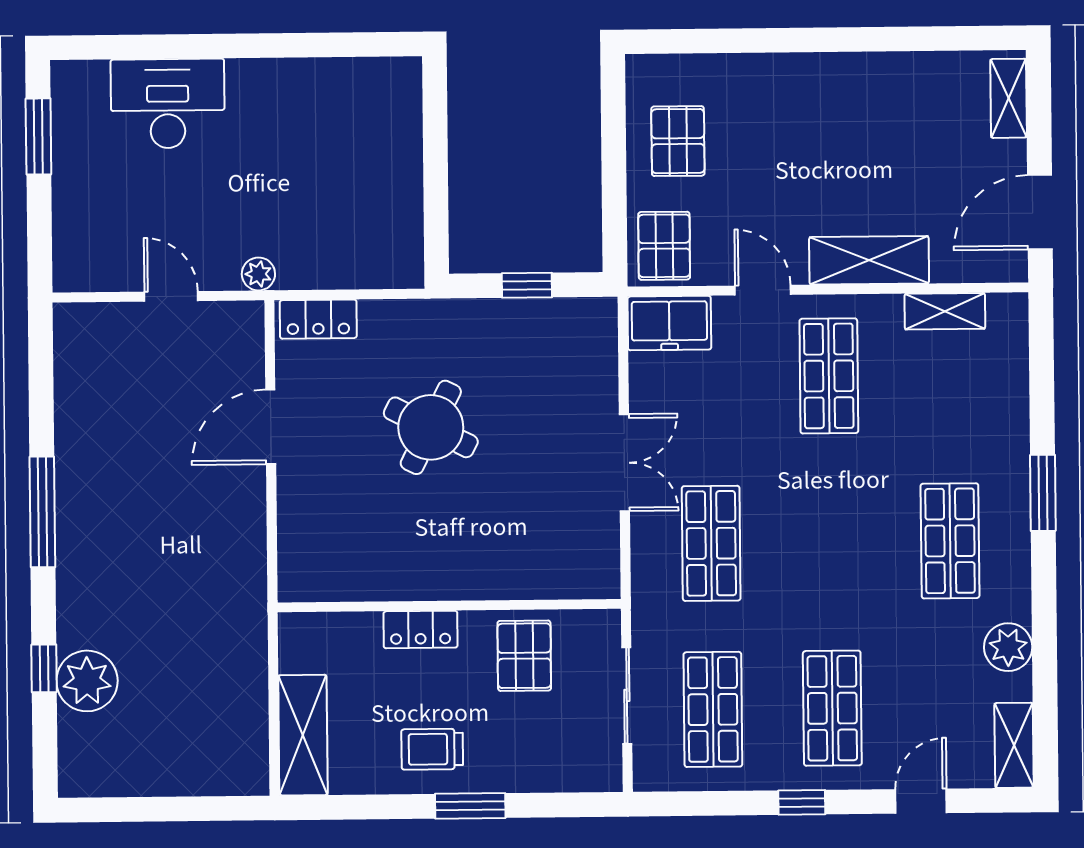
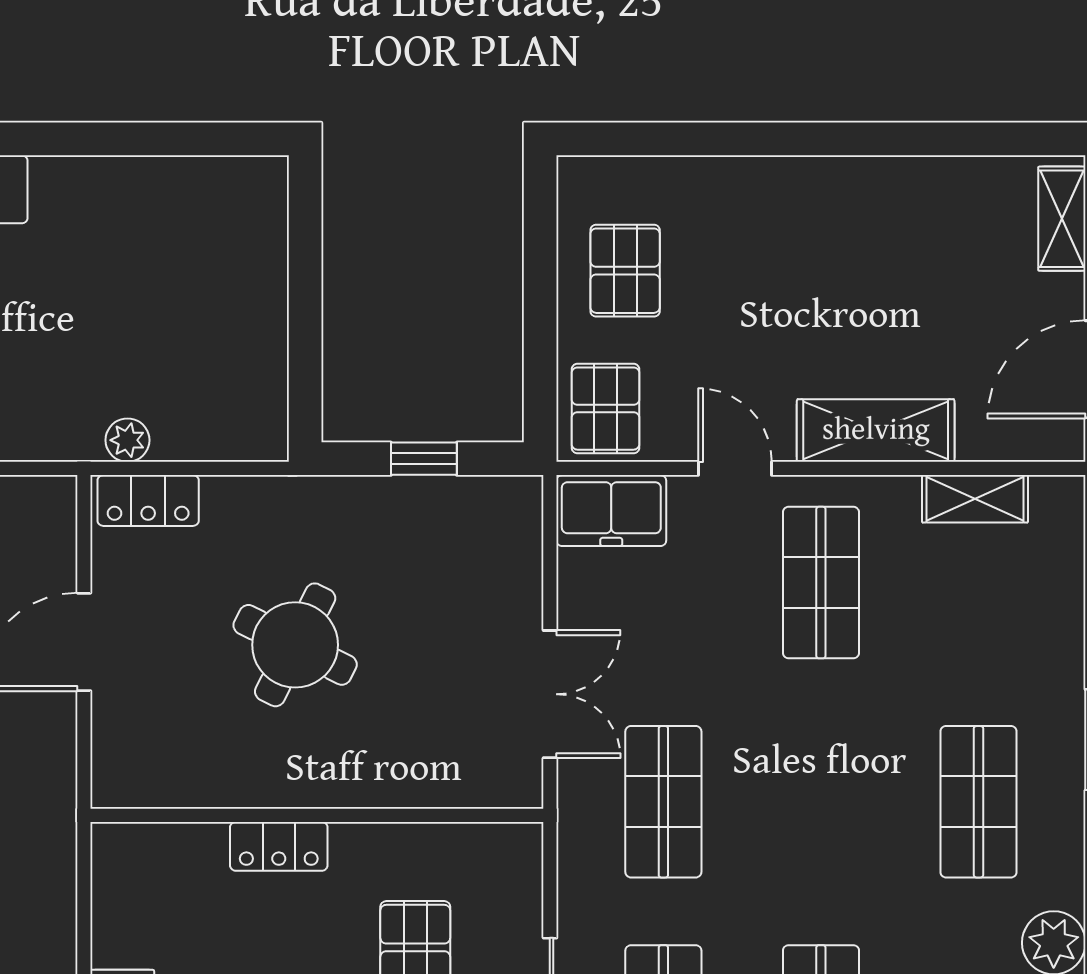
plant: (258, 274) -> (127, 440), moved
wall: (449, 606) -> (317, 815), moved
locker: (421, 629) -> (279, 846), moved

